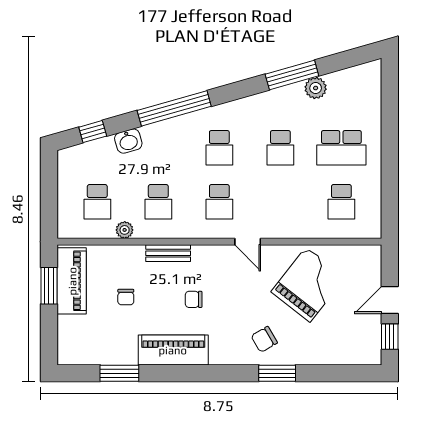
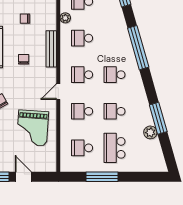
washbasin: (128, 141) -> (119, 20), removed
window: (390, 169) -> (102, 177), added
school desk: (280, 202) -> (82, 111), added
bench: (168, 253) -> (51, 49), width x1.36
grand piano: (308, 285) -> (33, 128), turned 56

